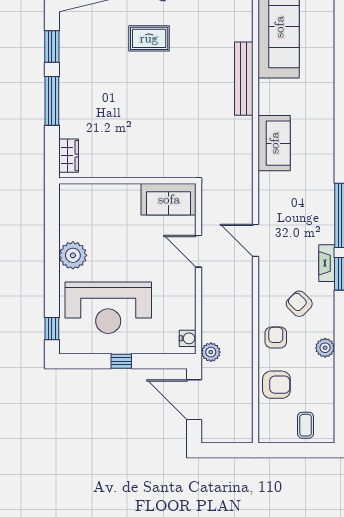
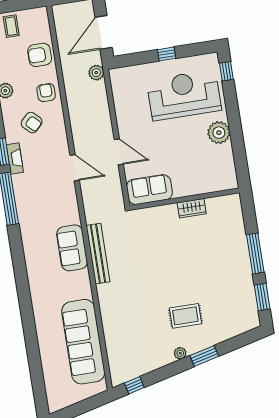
bench: (244, 79) -> (98, 254), moved
wardrobe: (69, 156) -> (192, 208), moved, turned -90
armchair: (276, 337) -> (46, 93), turned 180
water cooler: (188, 338) -> (116, 81), removed
door: (194, 400) -> (104, 32), swing flipped

